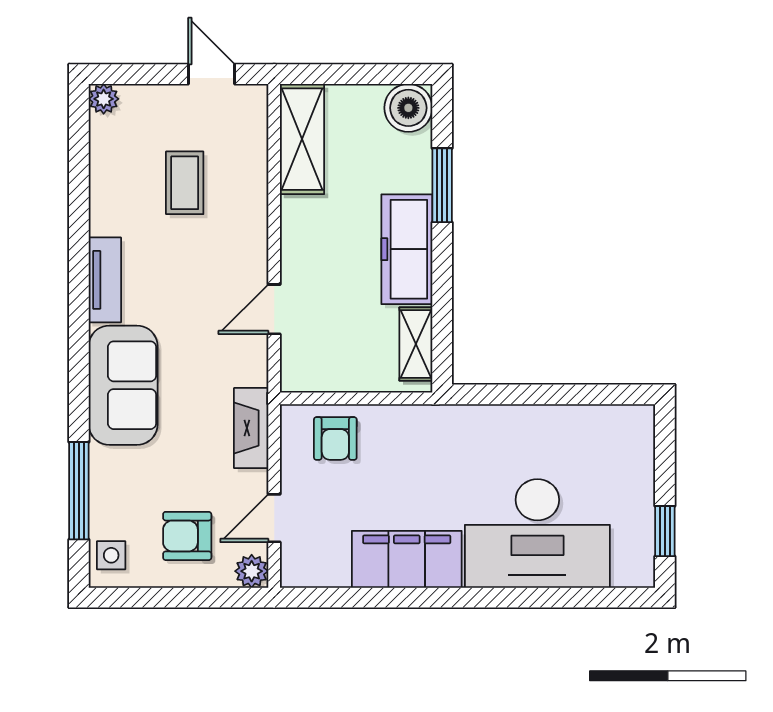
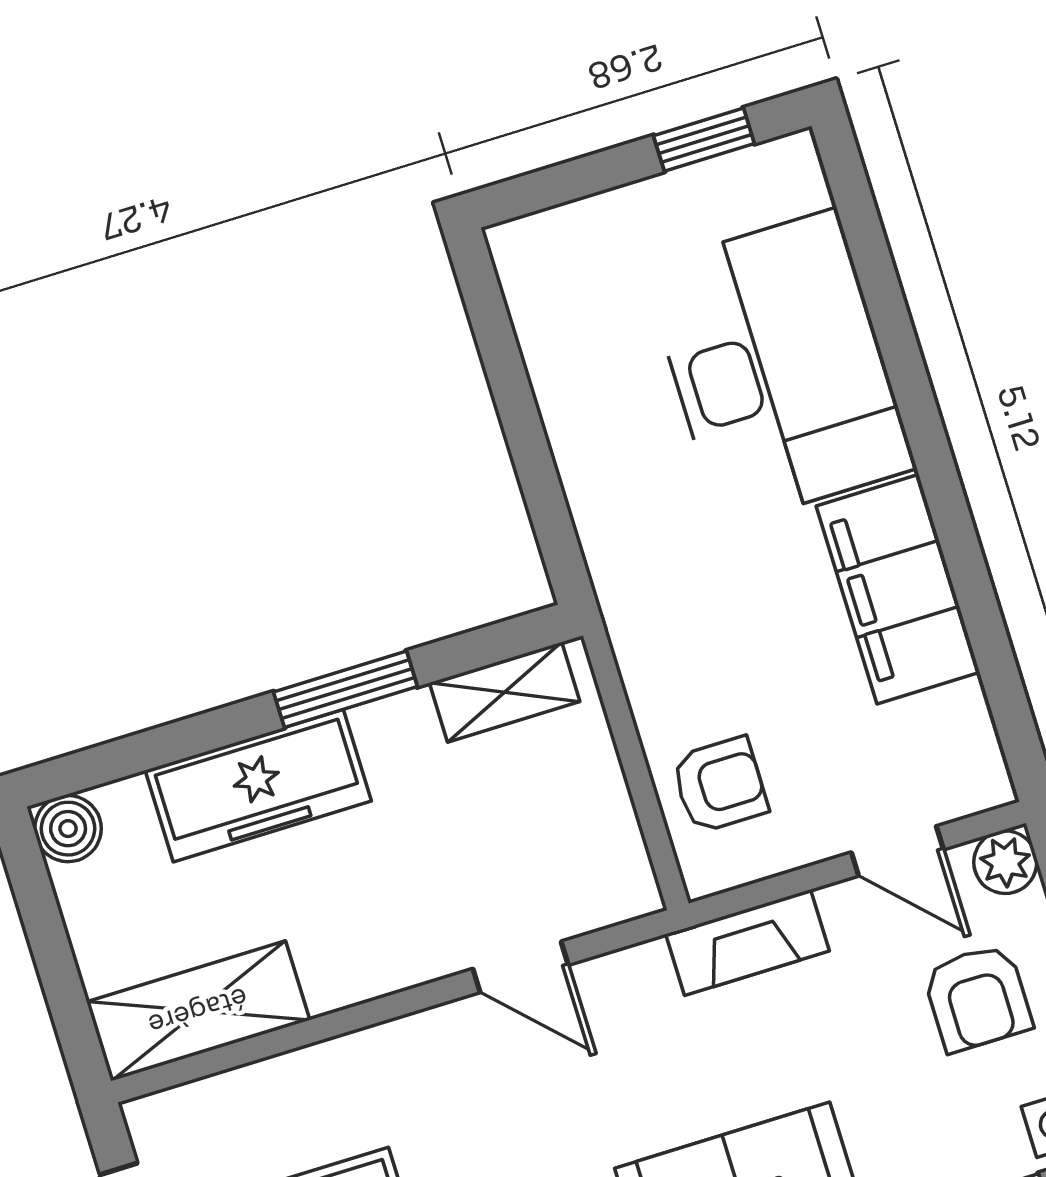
boiler: (408, 108) -> (68, 829), width x0.73, depth x0.73
window: (442, 185) -> (345, 689), moved
freezer: (407, 249) -> (258, 786), moved

